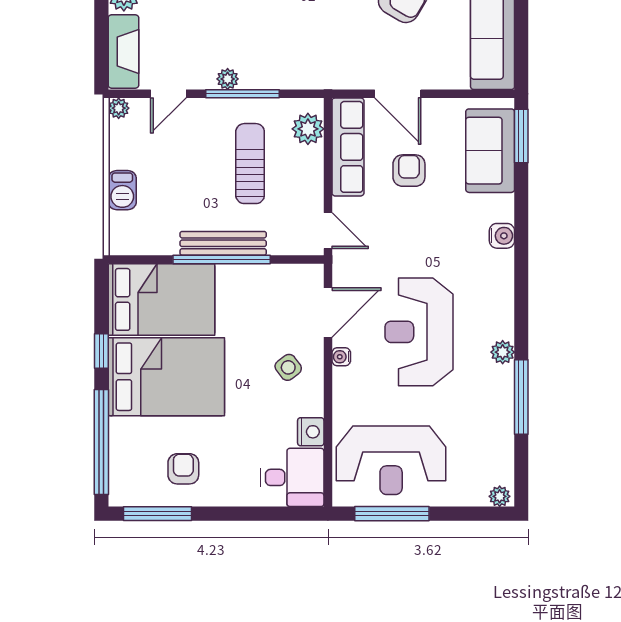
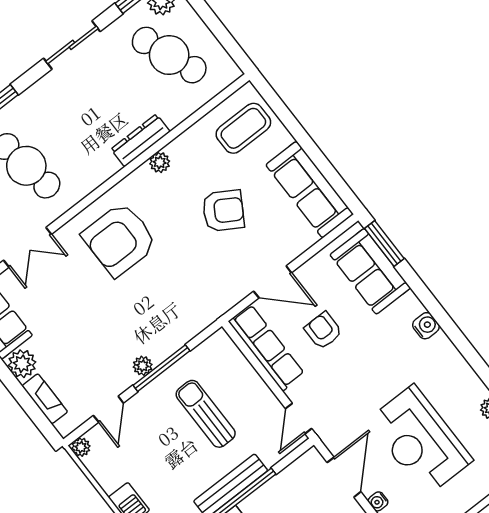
fireplace: (123, 51) -> (45, 399), width x0.73, depth x0.76
plant: (308, 129) -> (228, 357), removed
door: (328, 231) -> (299, 419), swing flipped

